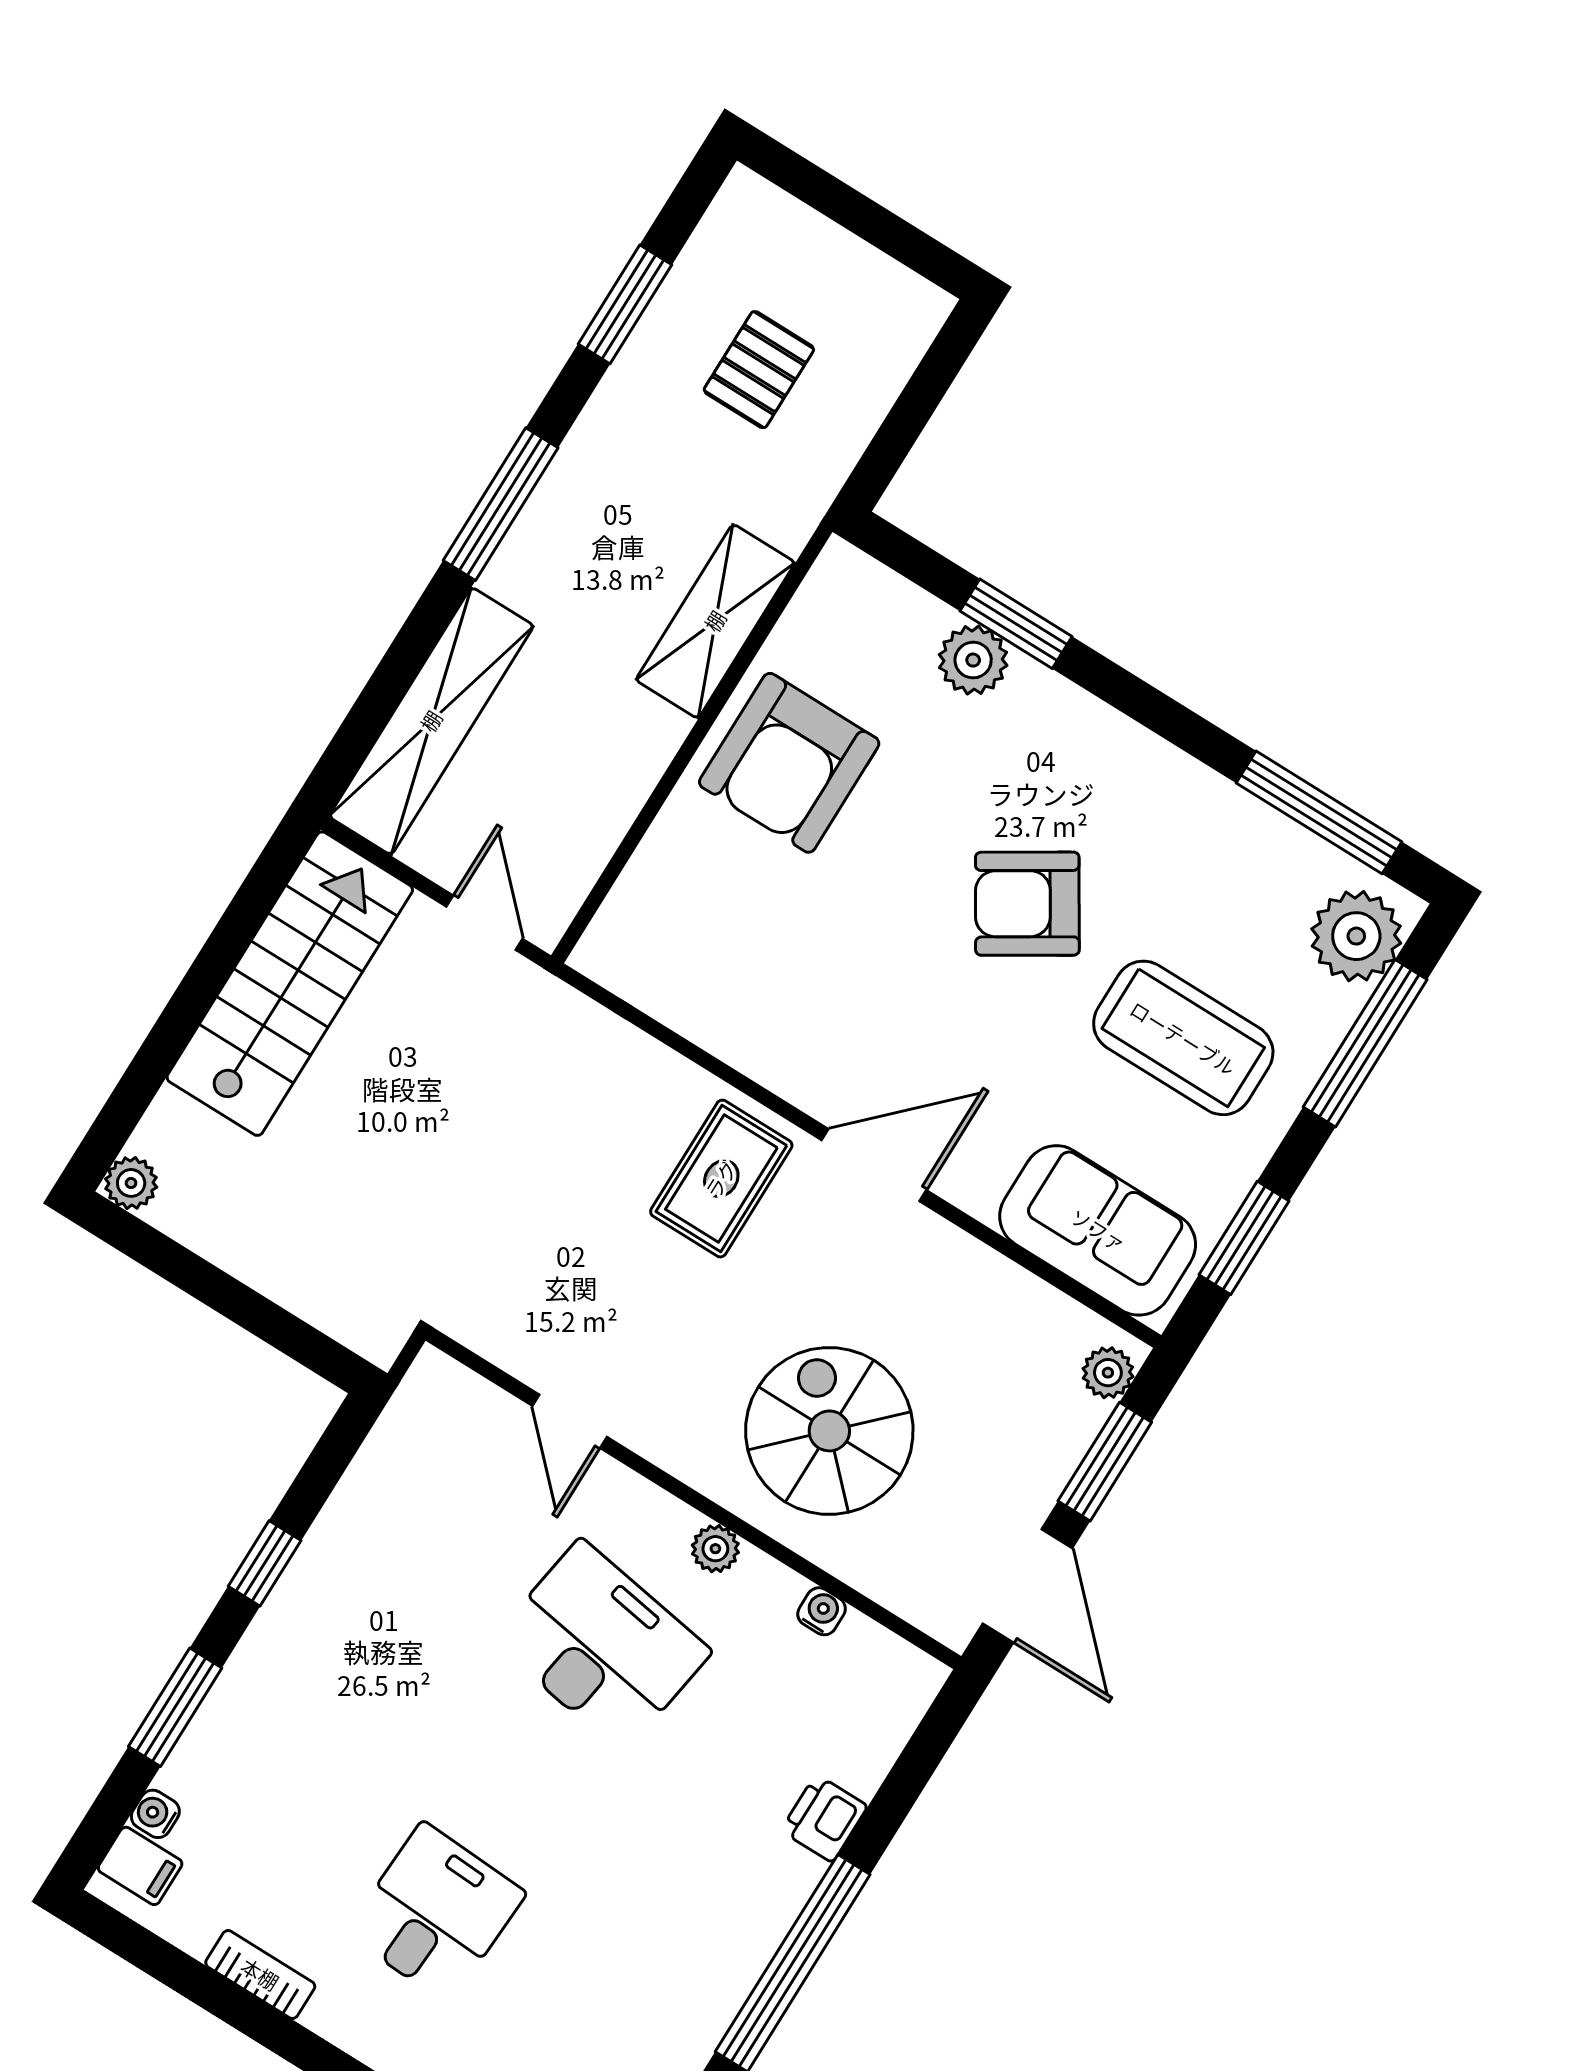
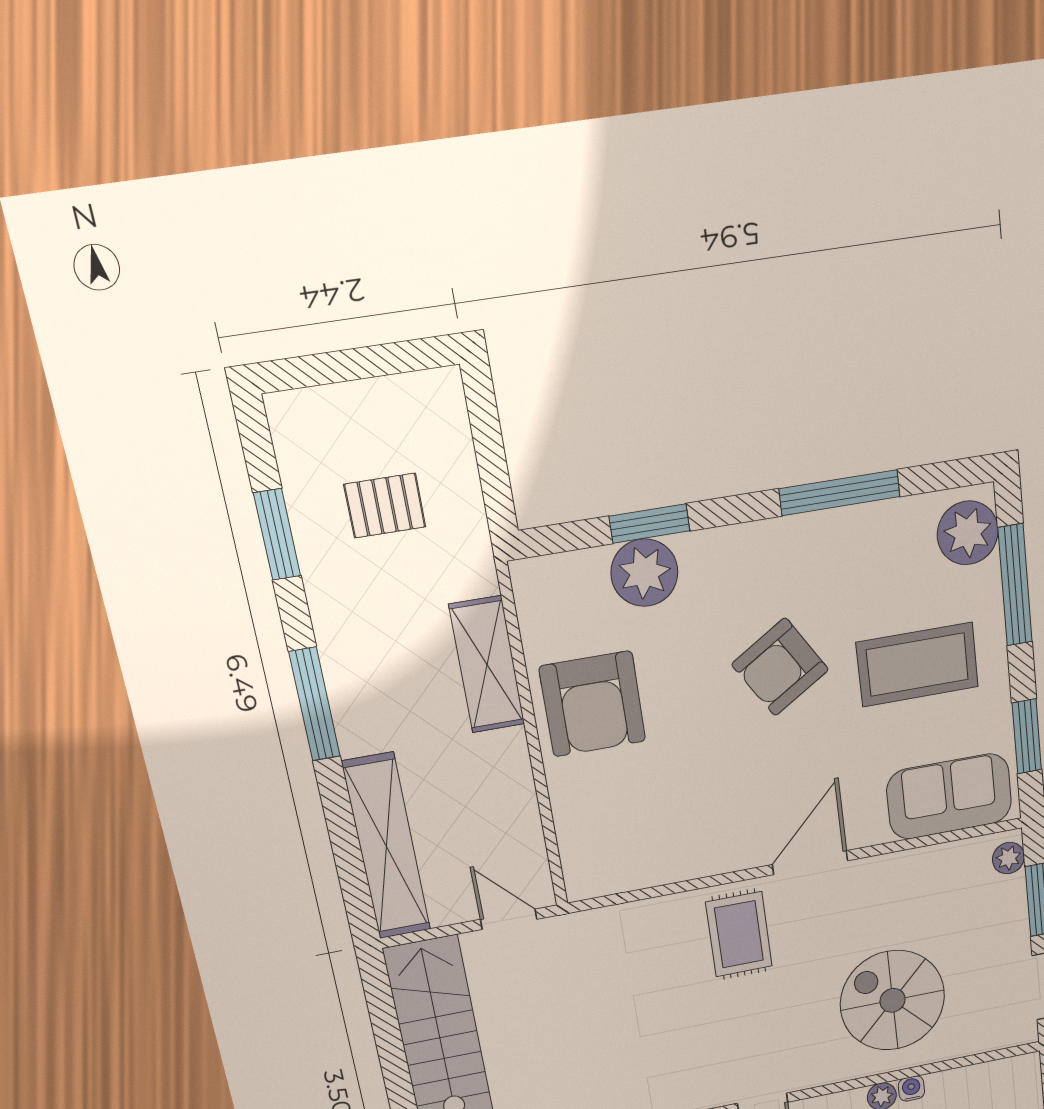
pallet: (759, 370) -> (385, 506), turned 90
plant: (973, 660) -> (645, 573), width x1.36, depth x1.36
window: (1319, 812) -> (840, 493), moved
water cooler: (822, 1611) -> (911, 1088), moved

